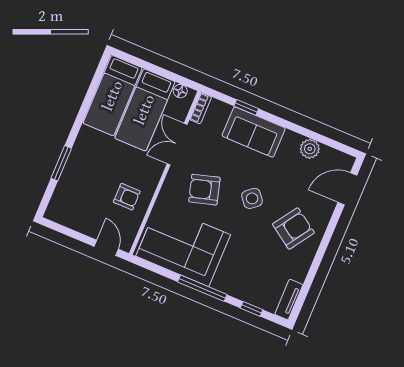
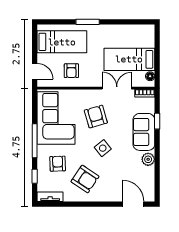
bed: (113, 96) -> (62, 42), moved, turned 180
plant: (310, 149) -> (148, 159), moved
window: (61, 163) -> (88, 22), moved
armchair: (293, 228) -> (85, 179), moved
door: (106, 248) -> (35, 71), hinge flipped
armchair: (247, 270) -> (58, 164), added

